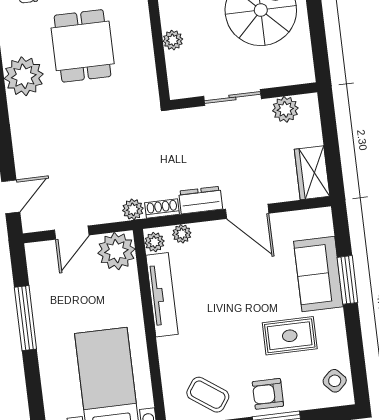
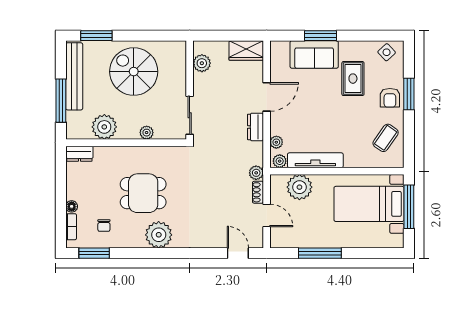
sliding door: (232, 98) -> (190, 115), moved
shoe rack: (162, 209) -> (258, 192), moved
plant: (116, 251) -> (299, 187), moved

